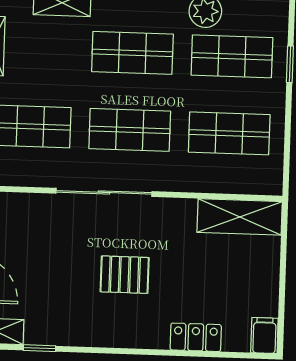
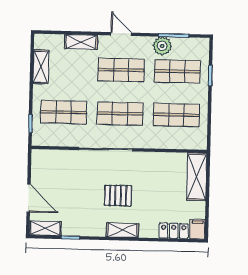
shelving: (240, 217) -> (197, 177), moved, turned 90
shelving: (132, 336) -> (122, 230), added
locker: (196, 337) -> (174, 231), moved

